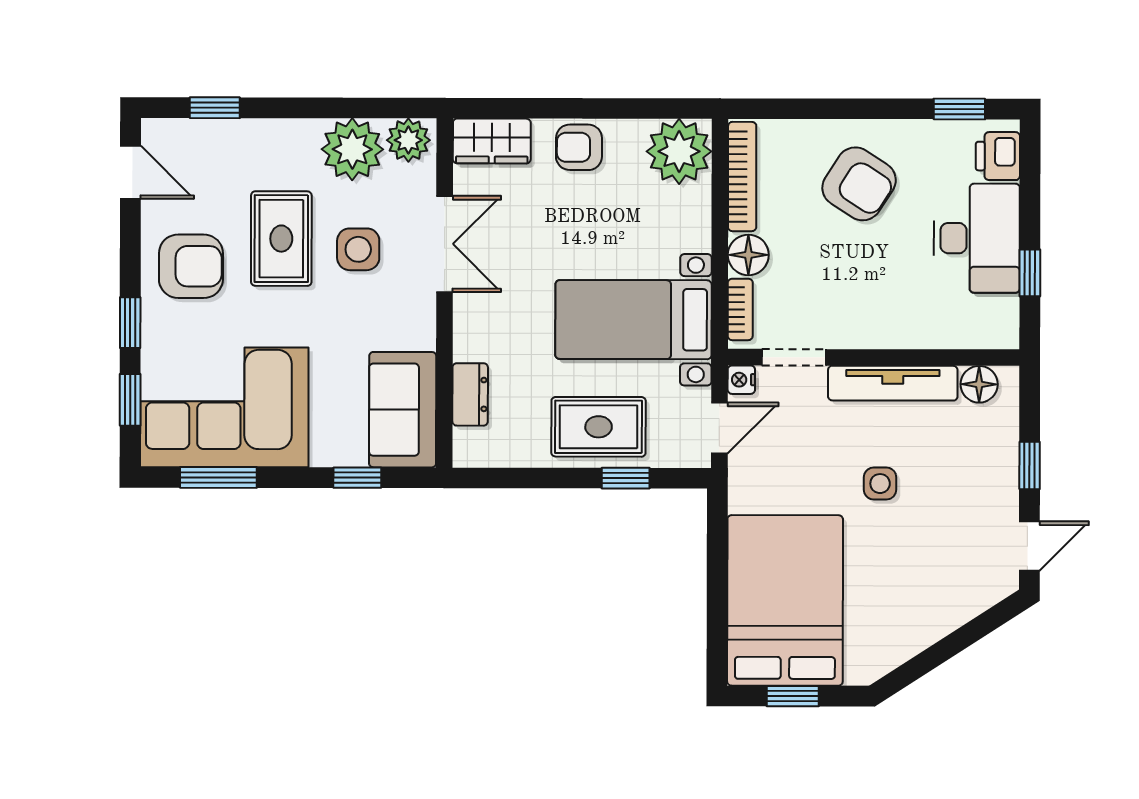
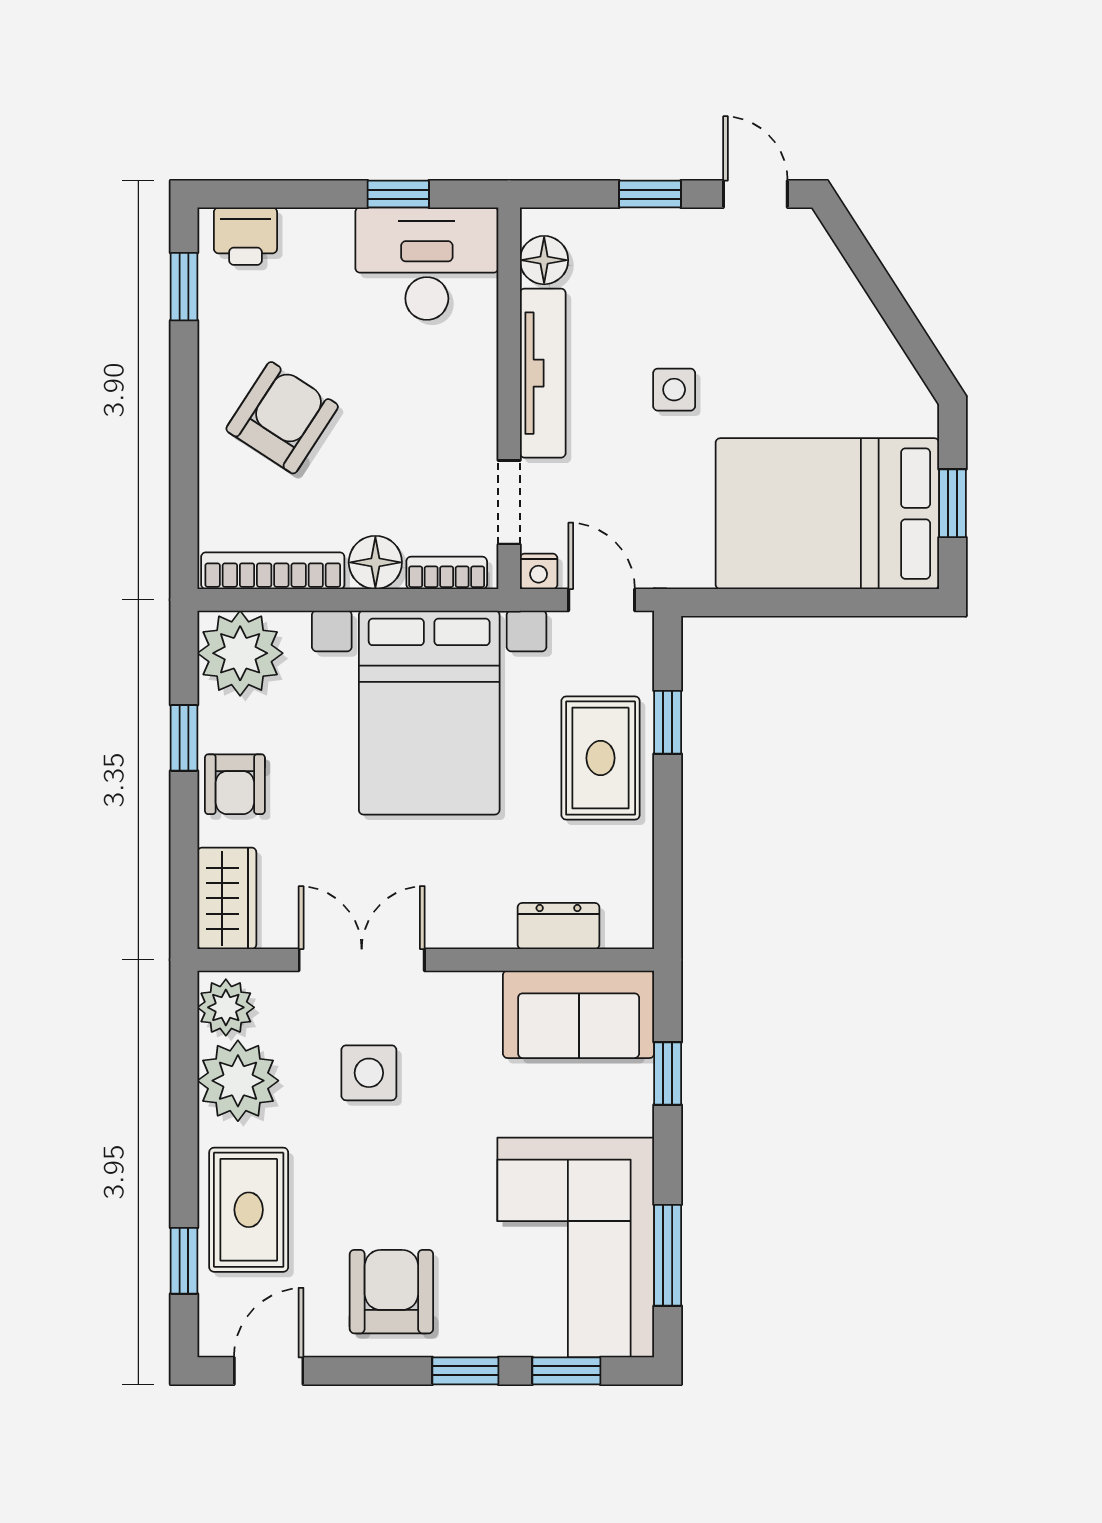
window: (615, 108) -> (184, 738), added
desk: (977, 238) -> (427, 264), moved
rug: (281, 239) -> (249, 1210), moved, turned 90
bed with nightstands: (633, 320) -> (429, 713), width x1.36

